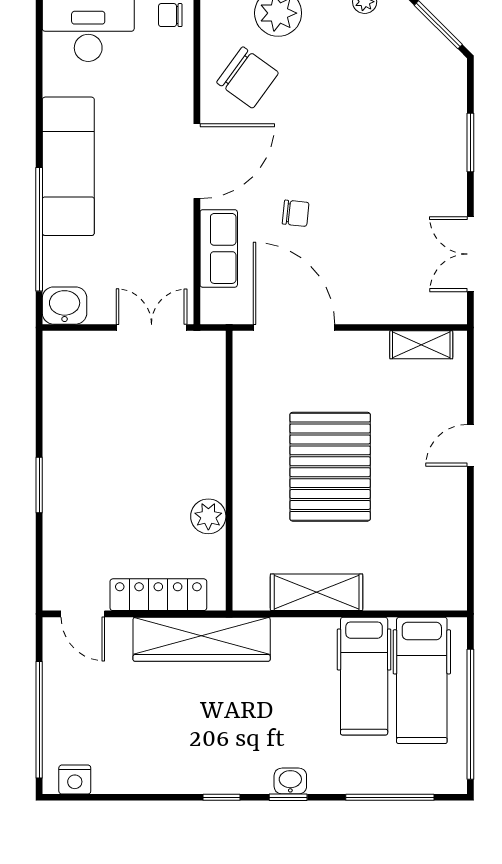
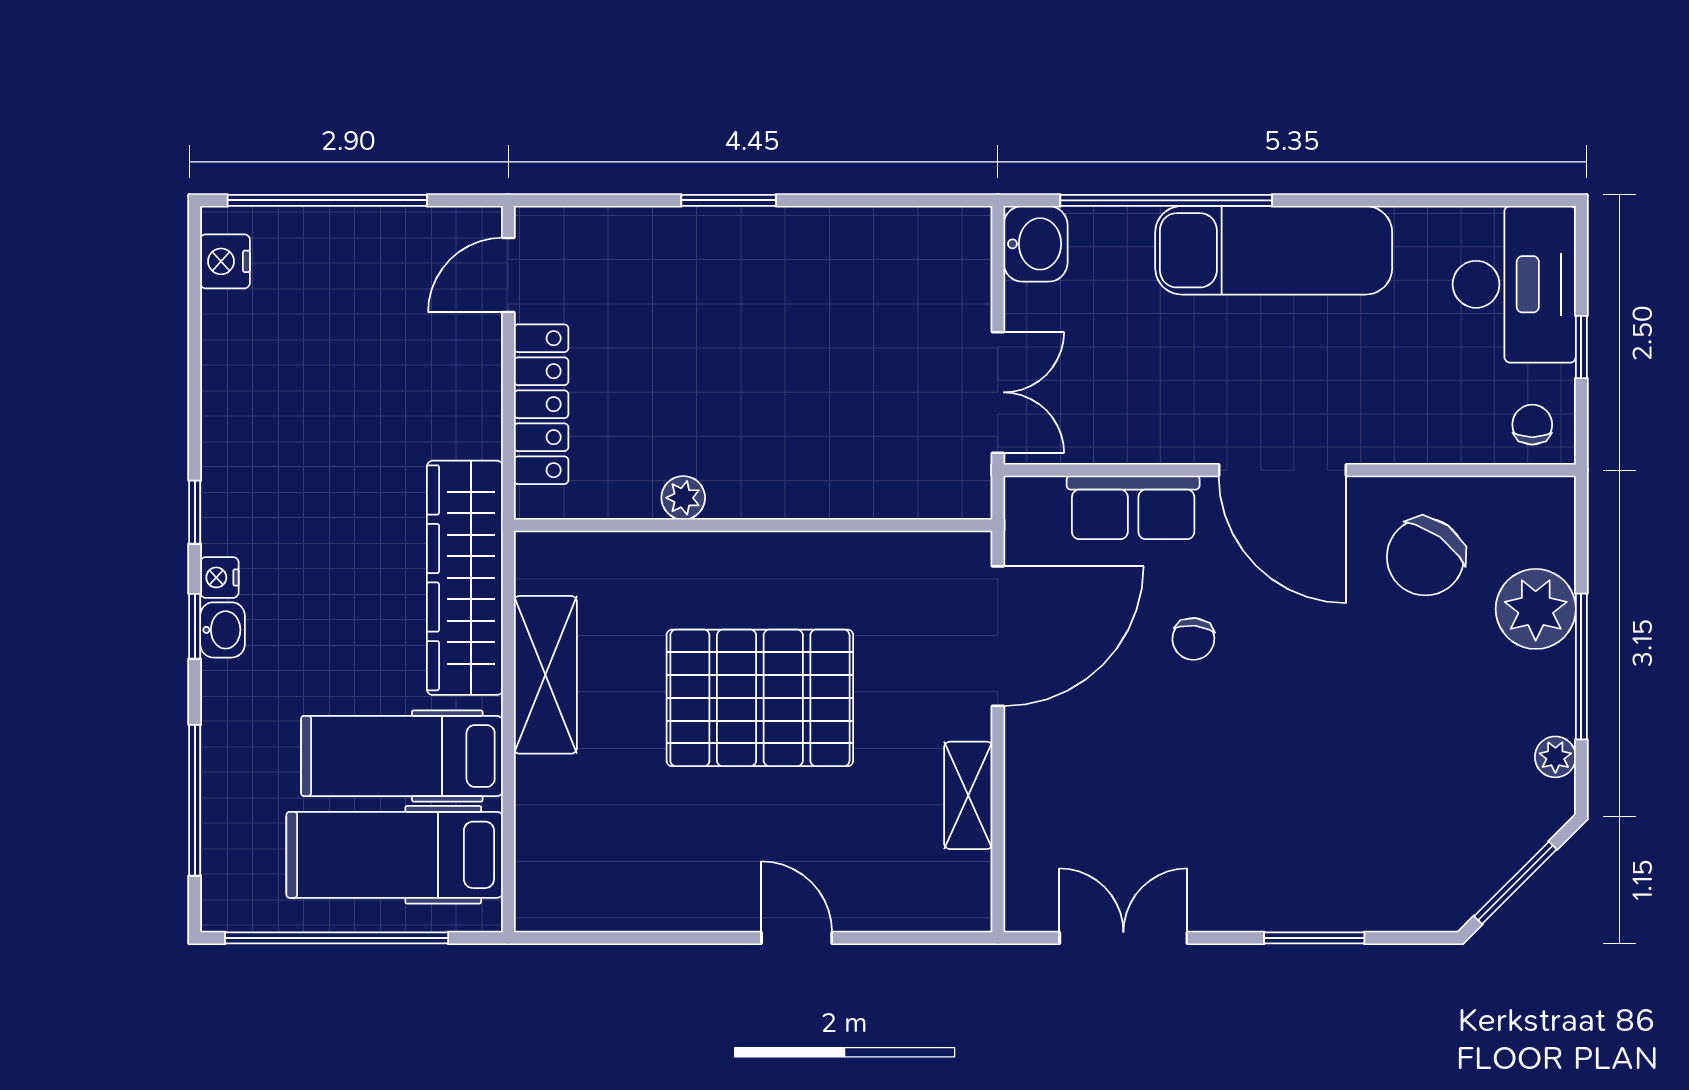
shelving: (421, 345) -> (968, 795), moved
plant: (208, 516) -> (683, 498), width x0.73, depth x0.73
wardrobe: (202, 639) -> (465, 578), moved
nightstand: (260, 783) -> (219, 577), added

